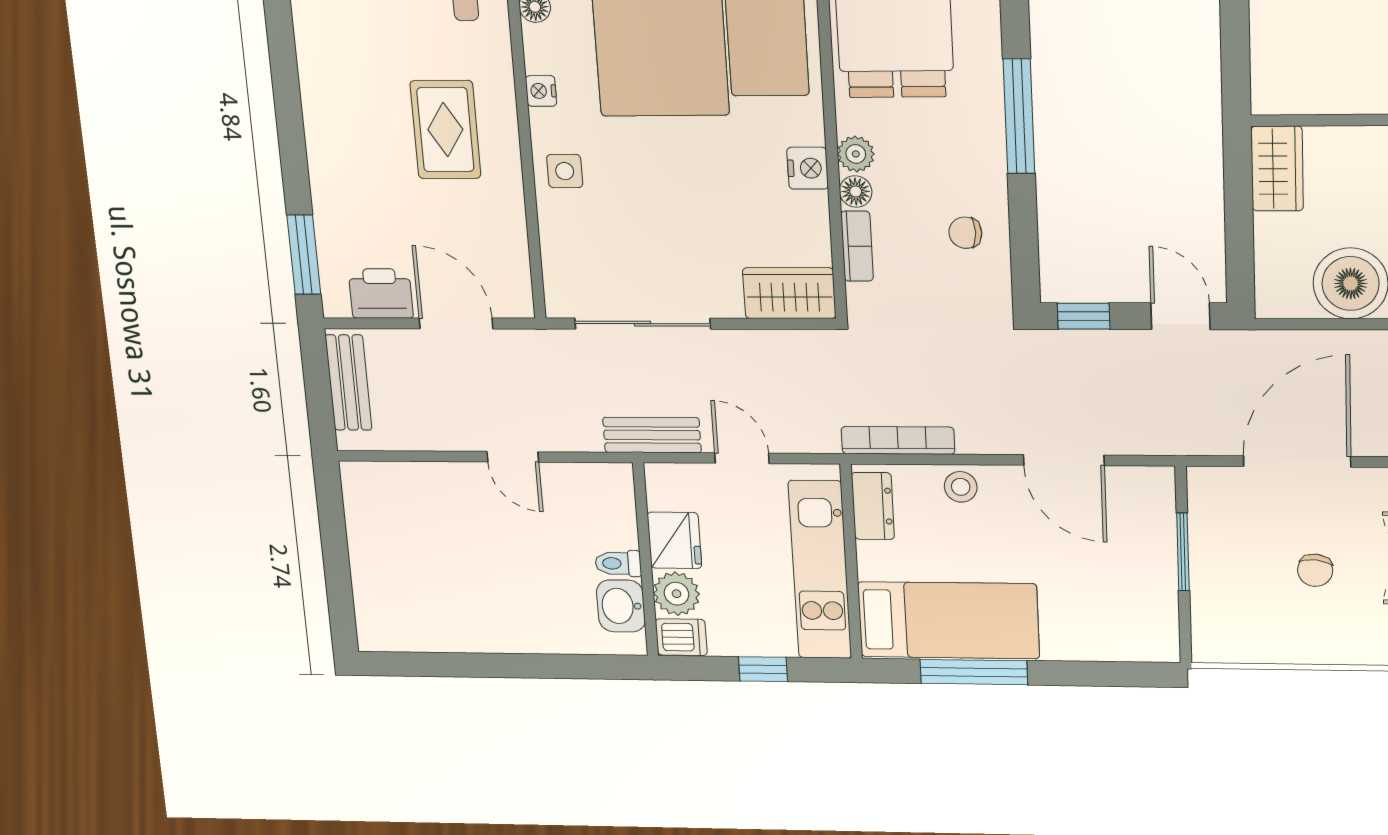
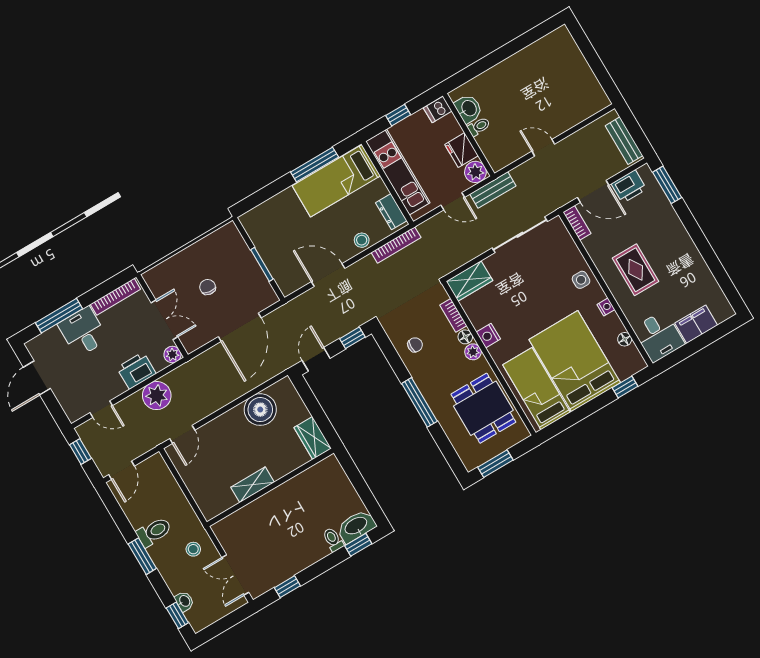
bookcase: (518, 283) -> (577, 223), added
door: (1180, 316) -> (316, 359), swing flipped
plant: (676, 594) -> (475, 172), moved

